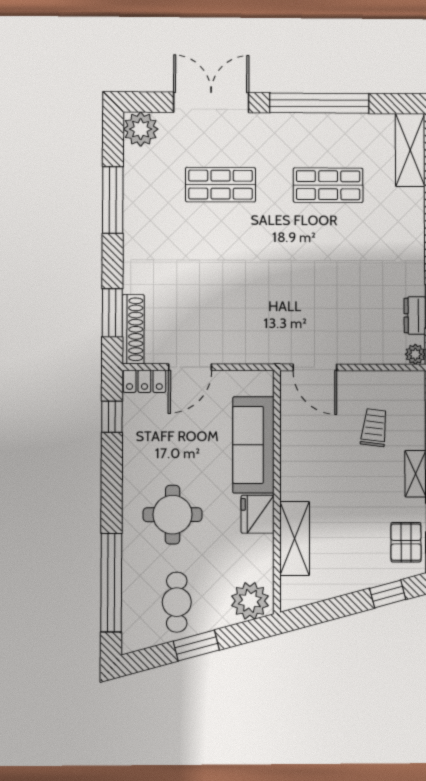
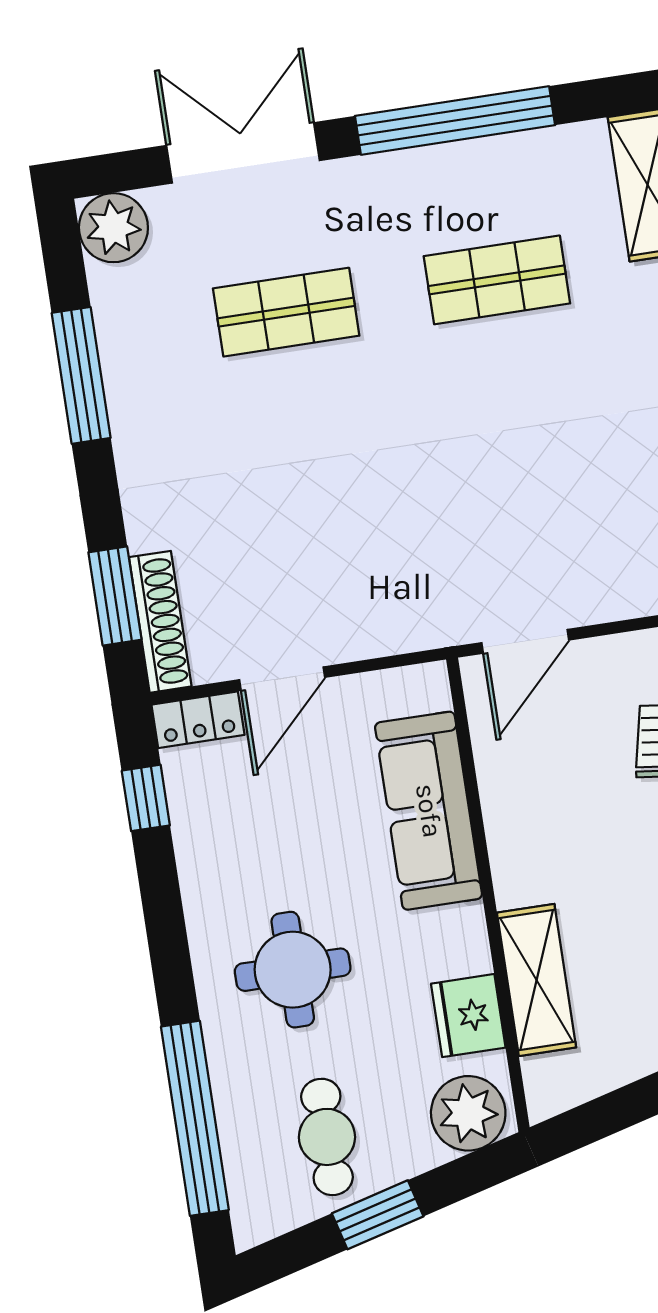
door: (315, 367) -> (525, 641), hinge flipped
fridge: (258, 514) -> (468, 1016), moved

